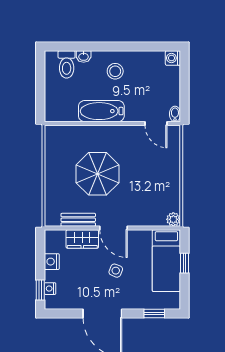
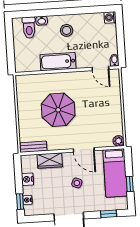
bench: (78, 220) -> (34, 147), moved
door: (113, 228) -> (84, 150), moved
window: (184, 263) -> (130, 184), moved

